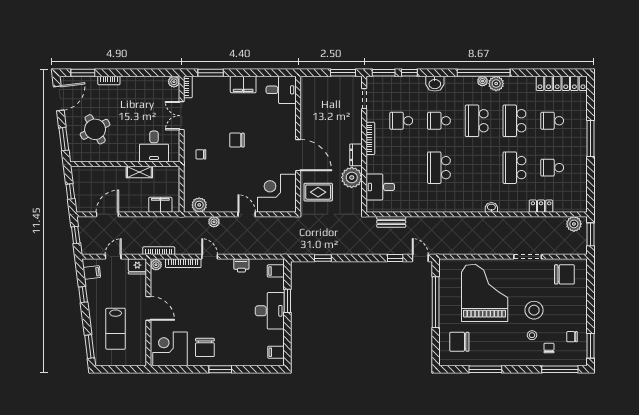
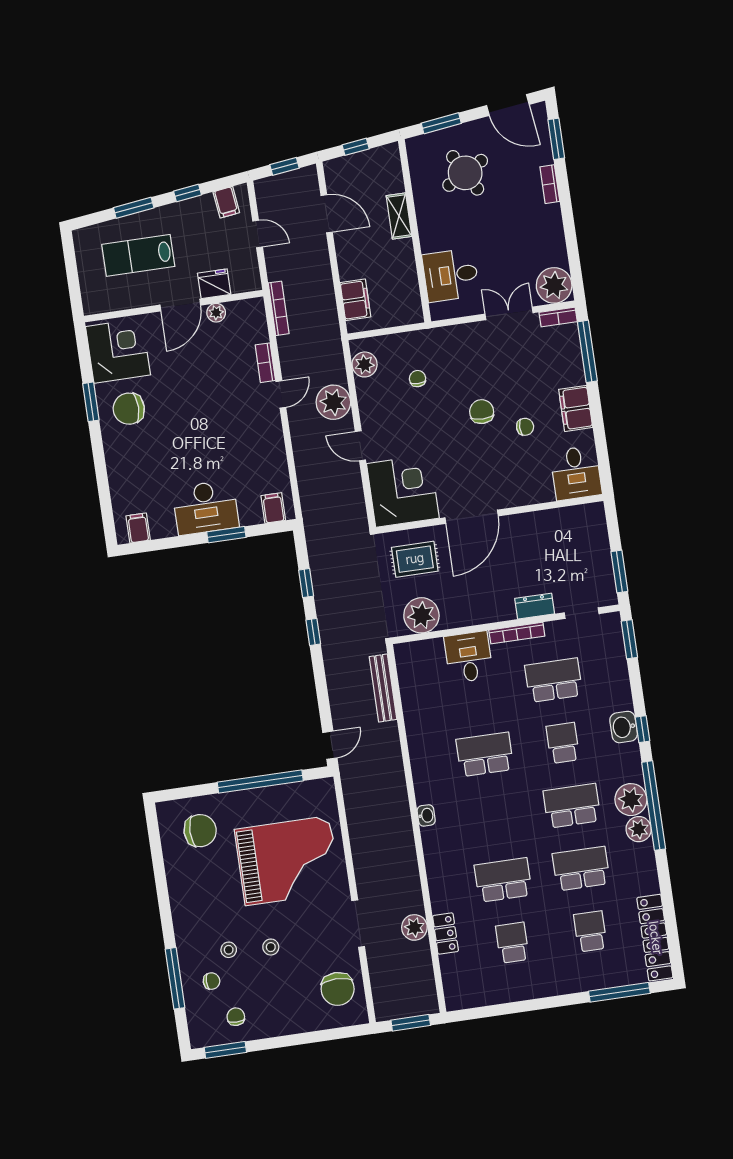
window: (211, 73) -> (587, 351), width x1.44
window: (409, 73) -> (642, 729), moved
plant: (483, 81) -> (631, 800), width x1.87, depth x1.87
plant: (174, 82) -> (554, 285), width x1.88, depth x1.88
chair: (250, 116) -> (525, 427), added
school desk: (401, 121) -> (554, 680), width x1.85
window: (591, 139) -> (619, 992), moved
chair: (201, 154) -> (418, 379), moved
dresser: (356, 155) -> (535, 606), moved
shelving: (139, 172) -> (399, 216), moved
plant: (352, 177) -> (421, 615), moved
desk: (380, 187) -> (469, 657), moved
rug: (318, 192) -> (415, 559), turned 90
washbasin: (491, 207) -> (426, 815), moved
door: (247, 214) -> (360, 446), swing flipped
plant: (214, 222) -> (333, 402), width x1.88, depth x1.88
bench: (391, 222) -> (383, 688), width x1.36
plant: (574, 224) -> (414, 927), moved
window: (395, 258) -> (313, 632), moved
bookcase: (183, 263) -> (265, 363), width x0.64
plant: (156, 265) -> (216, 313), moved
printer: (241, 265) -> (274, 449), removed
fridge: (137, 266) -> (214, 284), moved, turned 90
stool: (534, 310) -> (271, 947), width x0.53, depth x0.53
chair: (459, 342) -> (200, 831), turned 90
window: (90, 347) -> (134, 208), moved
window: (220, 369) -> (91, 402), moved
window: (485, 369) -> (161, 880), removed
window: (560, 369) -> (175, 978), moved

